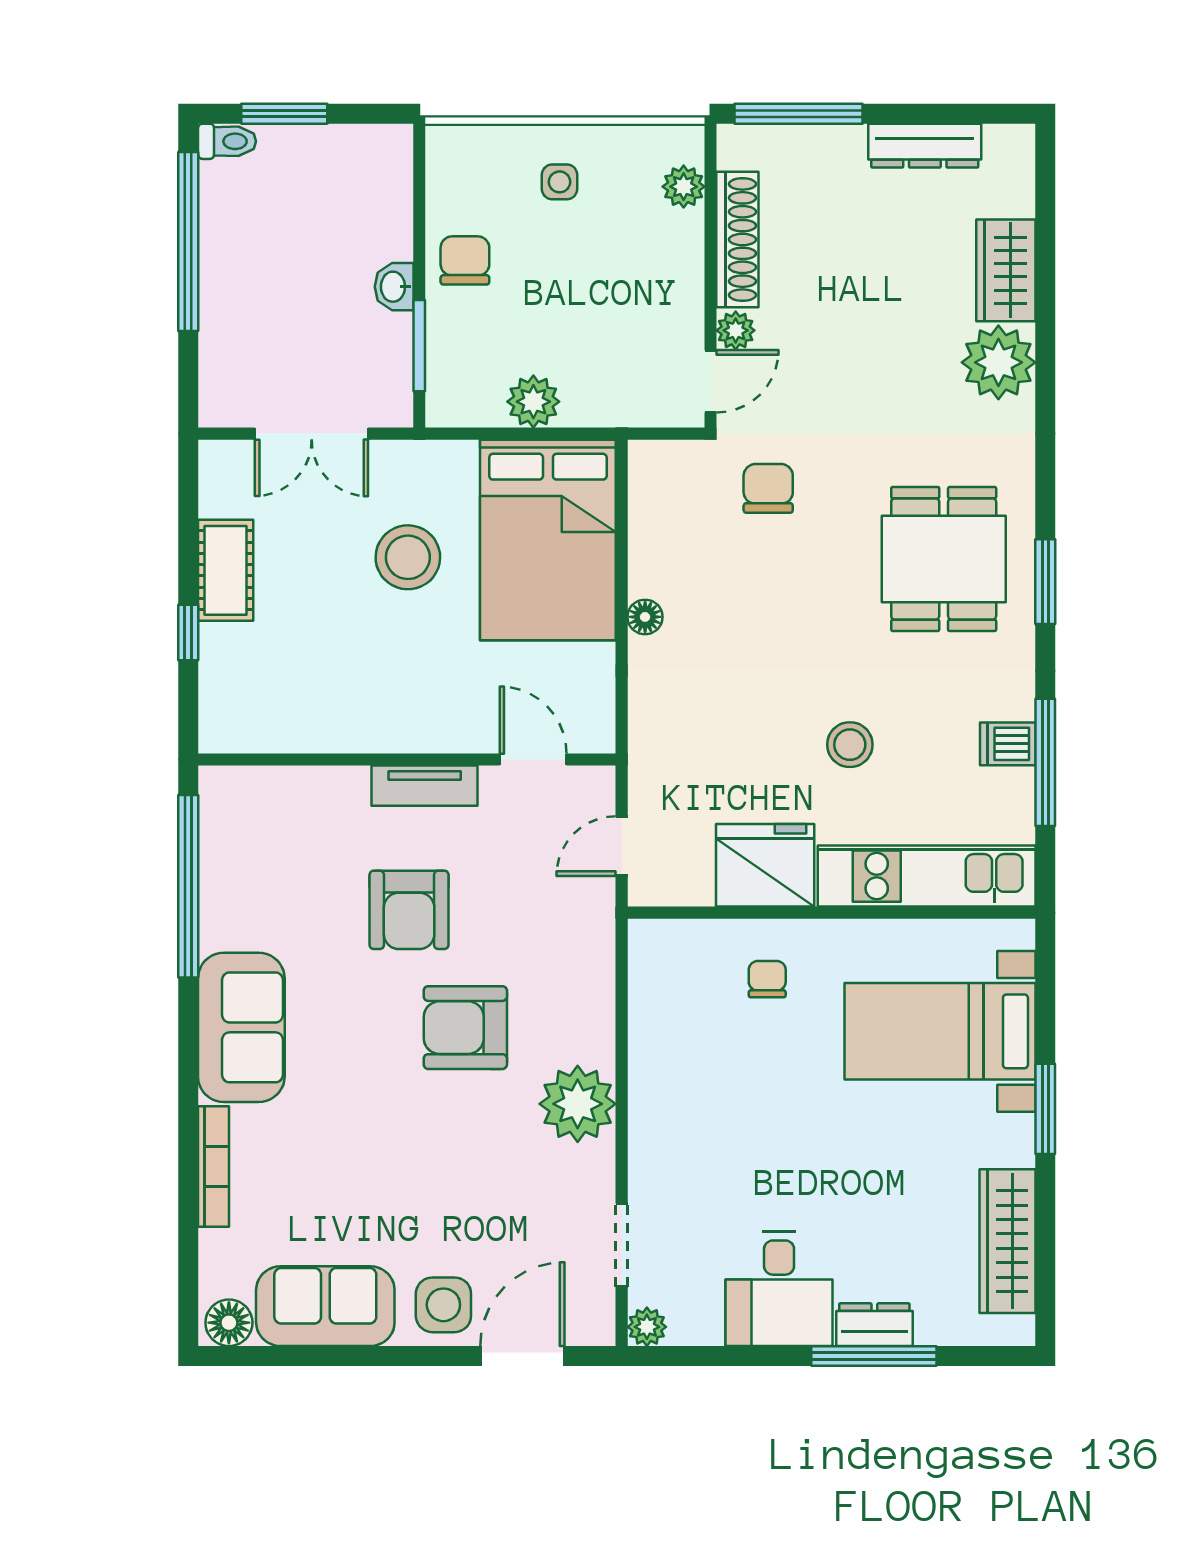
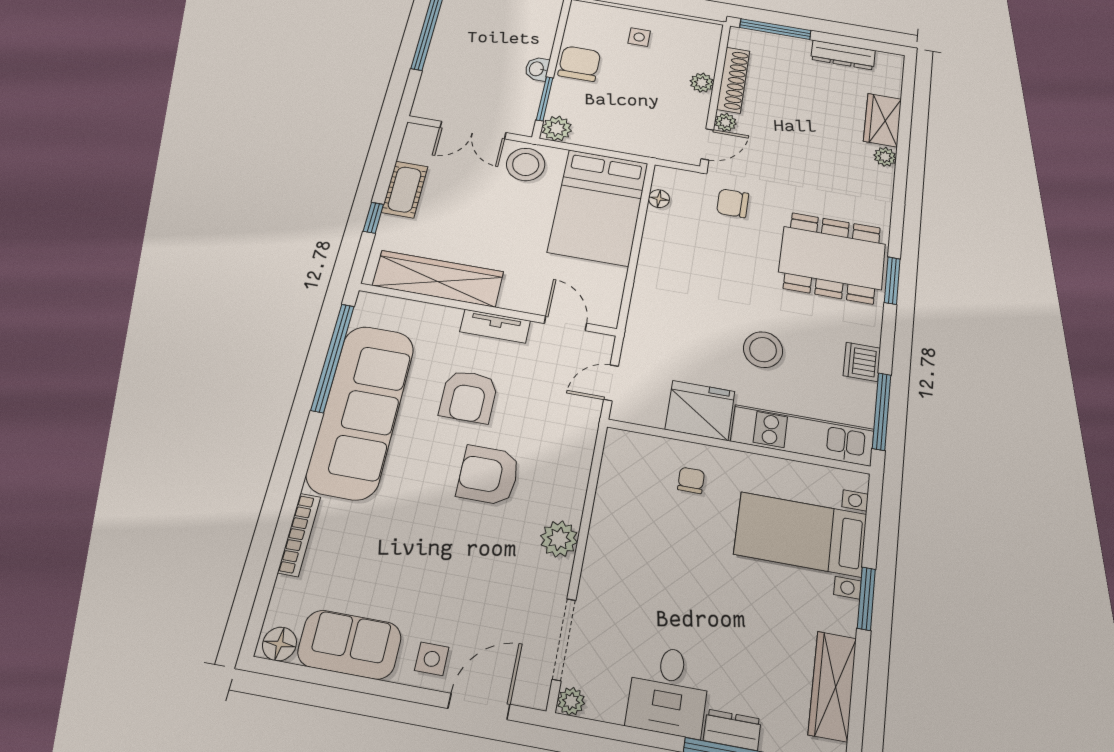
plant: (684, 187) -> (702, 83), moved
chair: (465, 260) -> (579, 64), width x1.37, depth x1.37
plant: (998, 362) -> (885, 157), width x0.53, depth x0.53
plant: (533, 402) -> (557, 129), moved
chair: (768, 488) -> (733, 203), turned -90
stool: (408, 557) -> (526, 164), moved
dining table: (944, 559) -> (832, 258), width x1.38
floor lamp: (645, 617) -> (659, 199), moved
wardrobe: (317, 721) -> (438, 279), added
dishwasher: (1008, 744) -> (862, 362), width x1.38
stool: (850, 745) -> (763, 350), width x1.38, depth x1.38
window: (1045, 762) -> (882, 411), moved
sofa: (241, 1027) -> (361, 411), width x1.85, depth x1.27
plant: (578, 1104) -> (559, 539), width x0.73, depth x0.73
doorway: (622, 1245) -> (564, 639), width x1.38
side table: (443, 1305) -> (432, 659), width x0.73, depth x0.73

